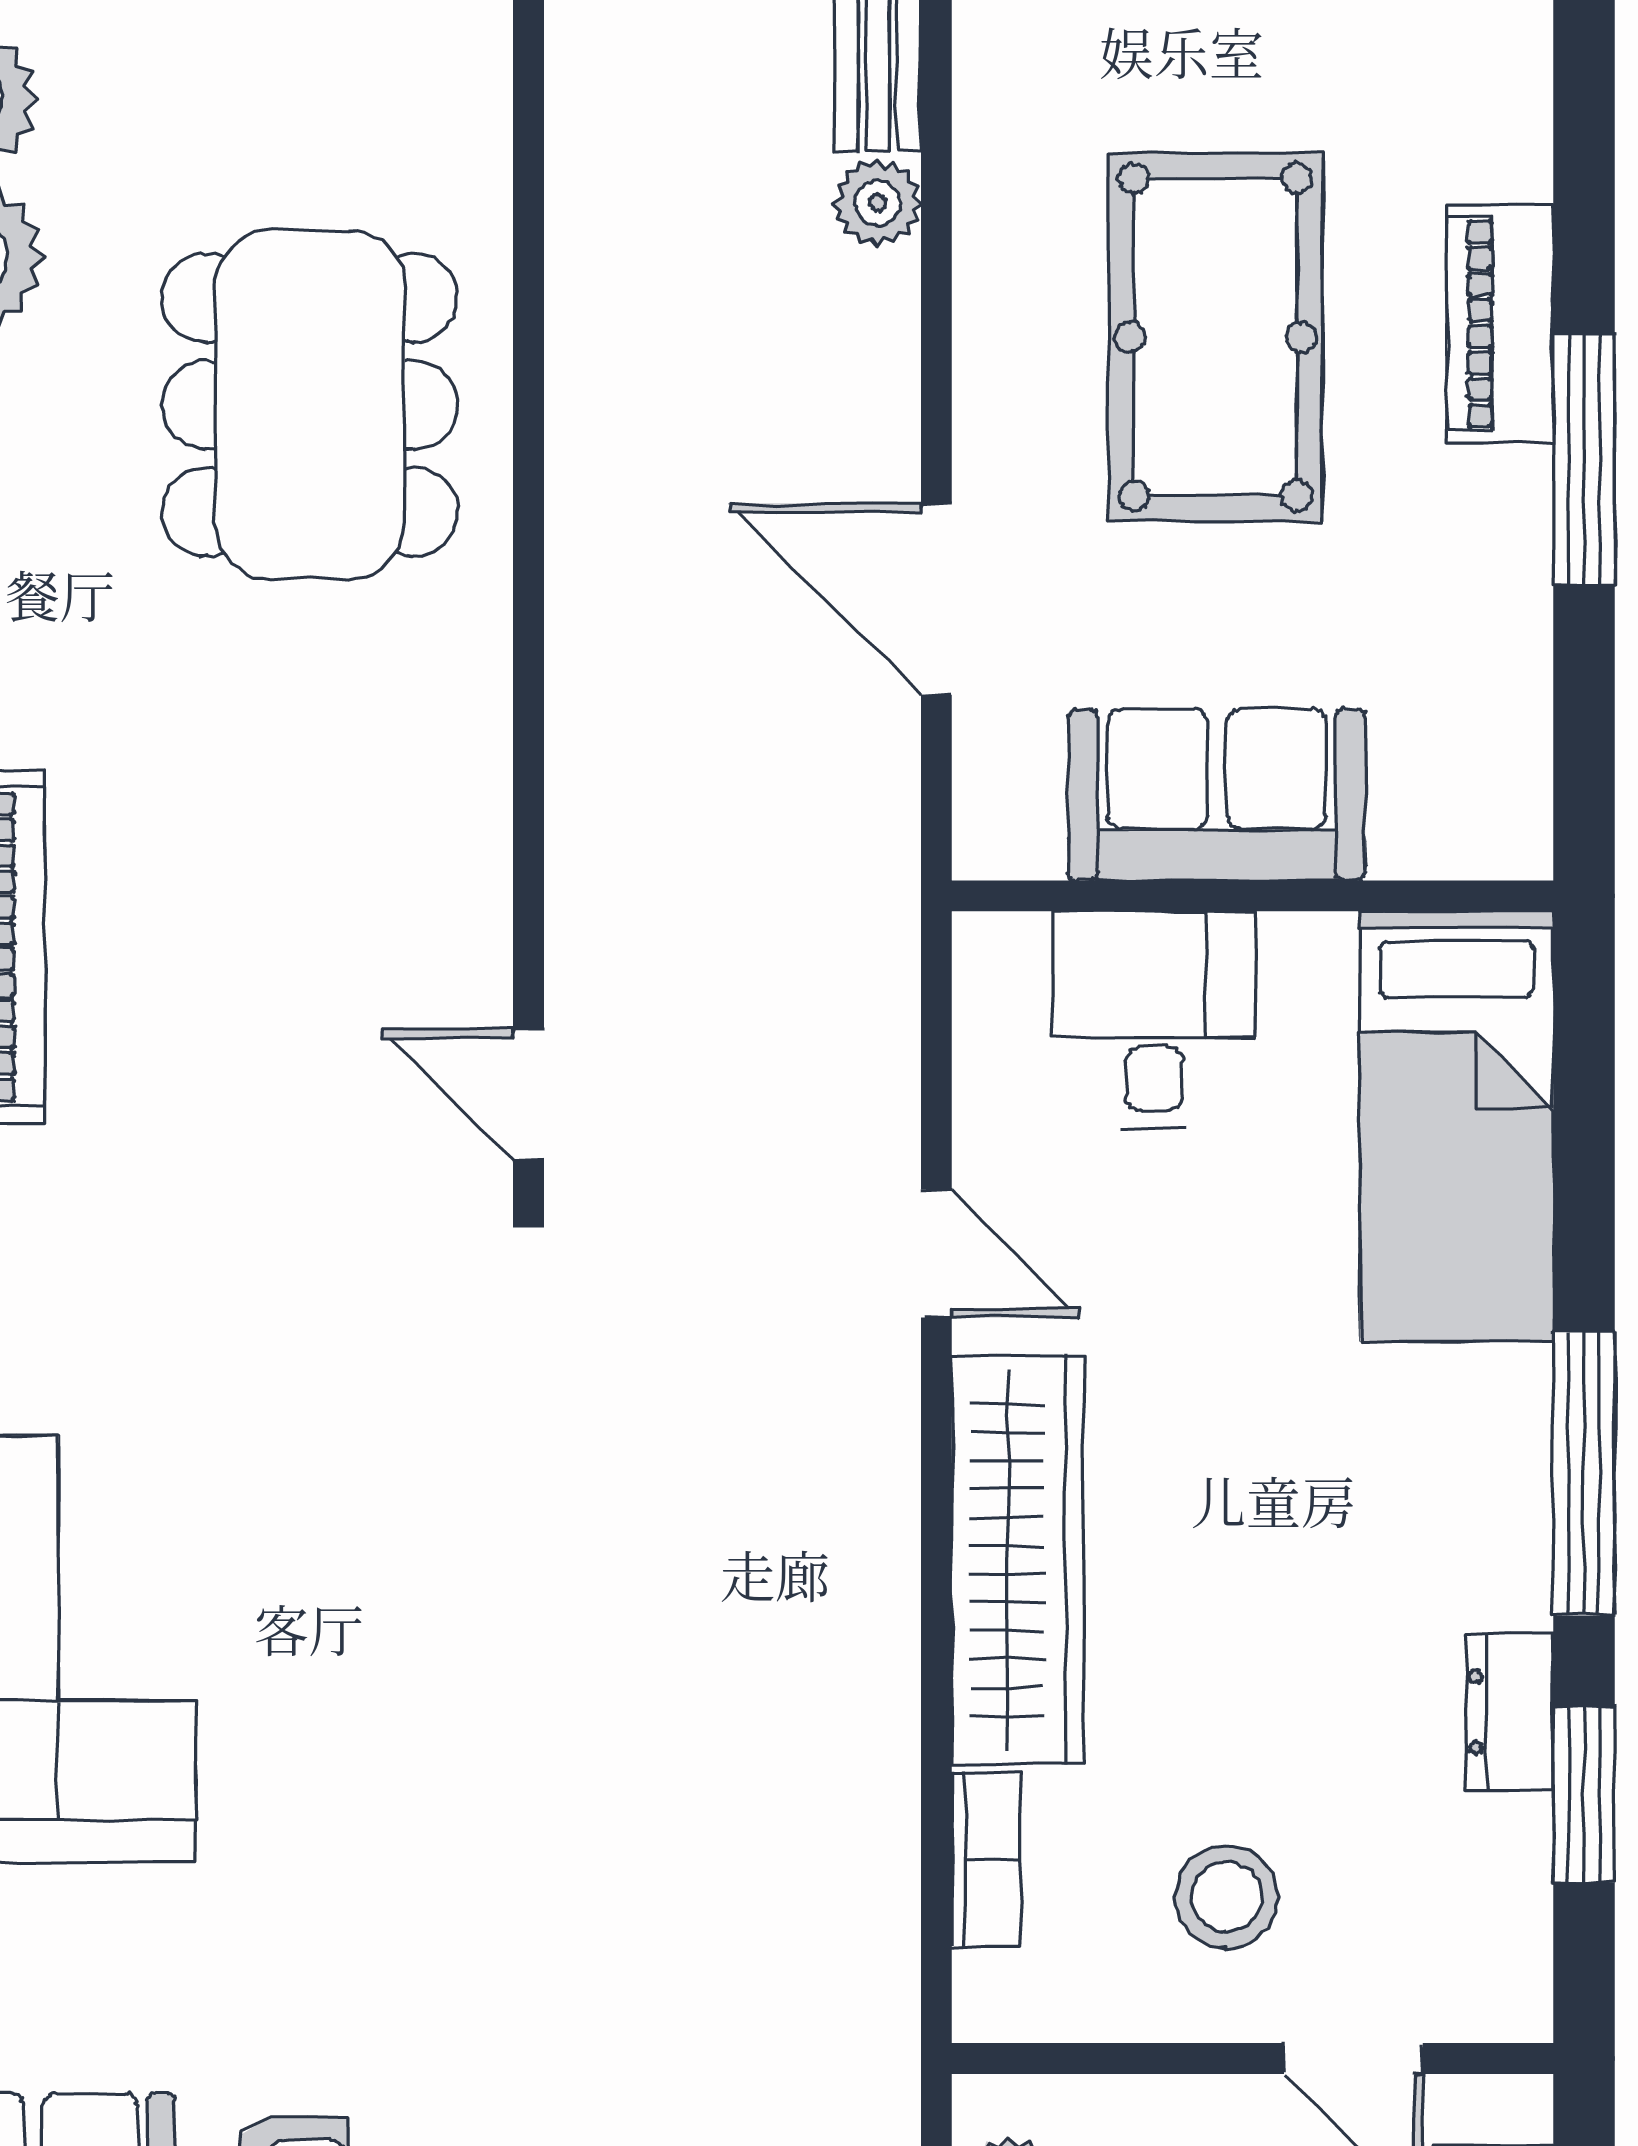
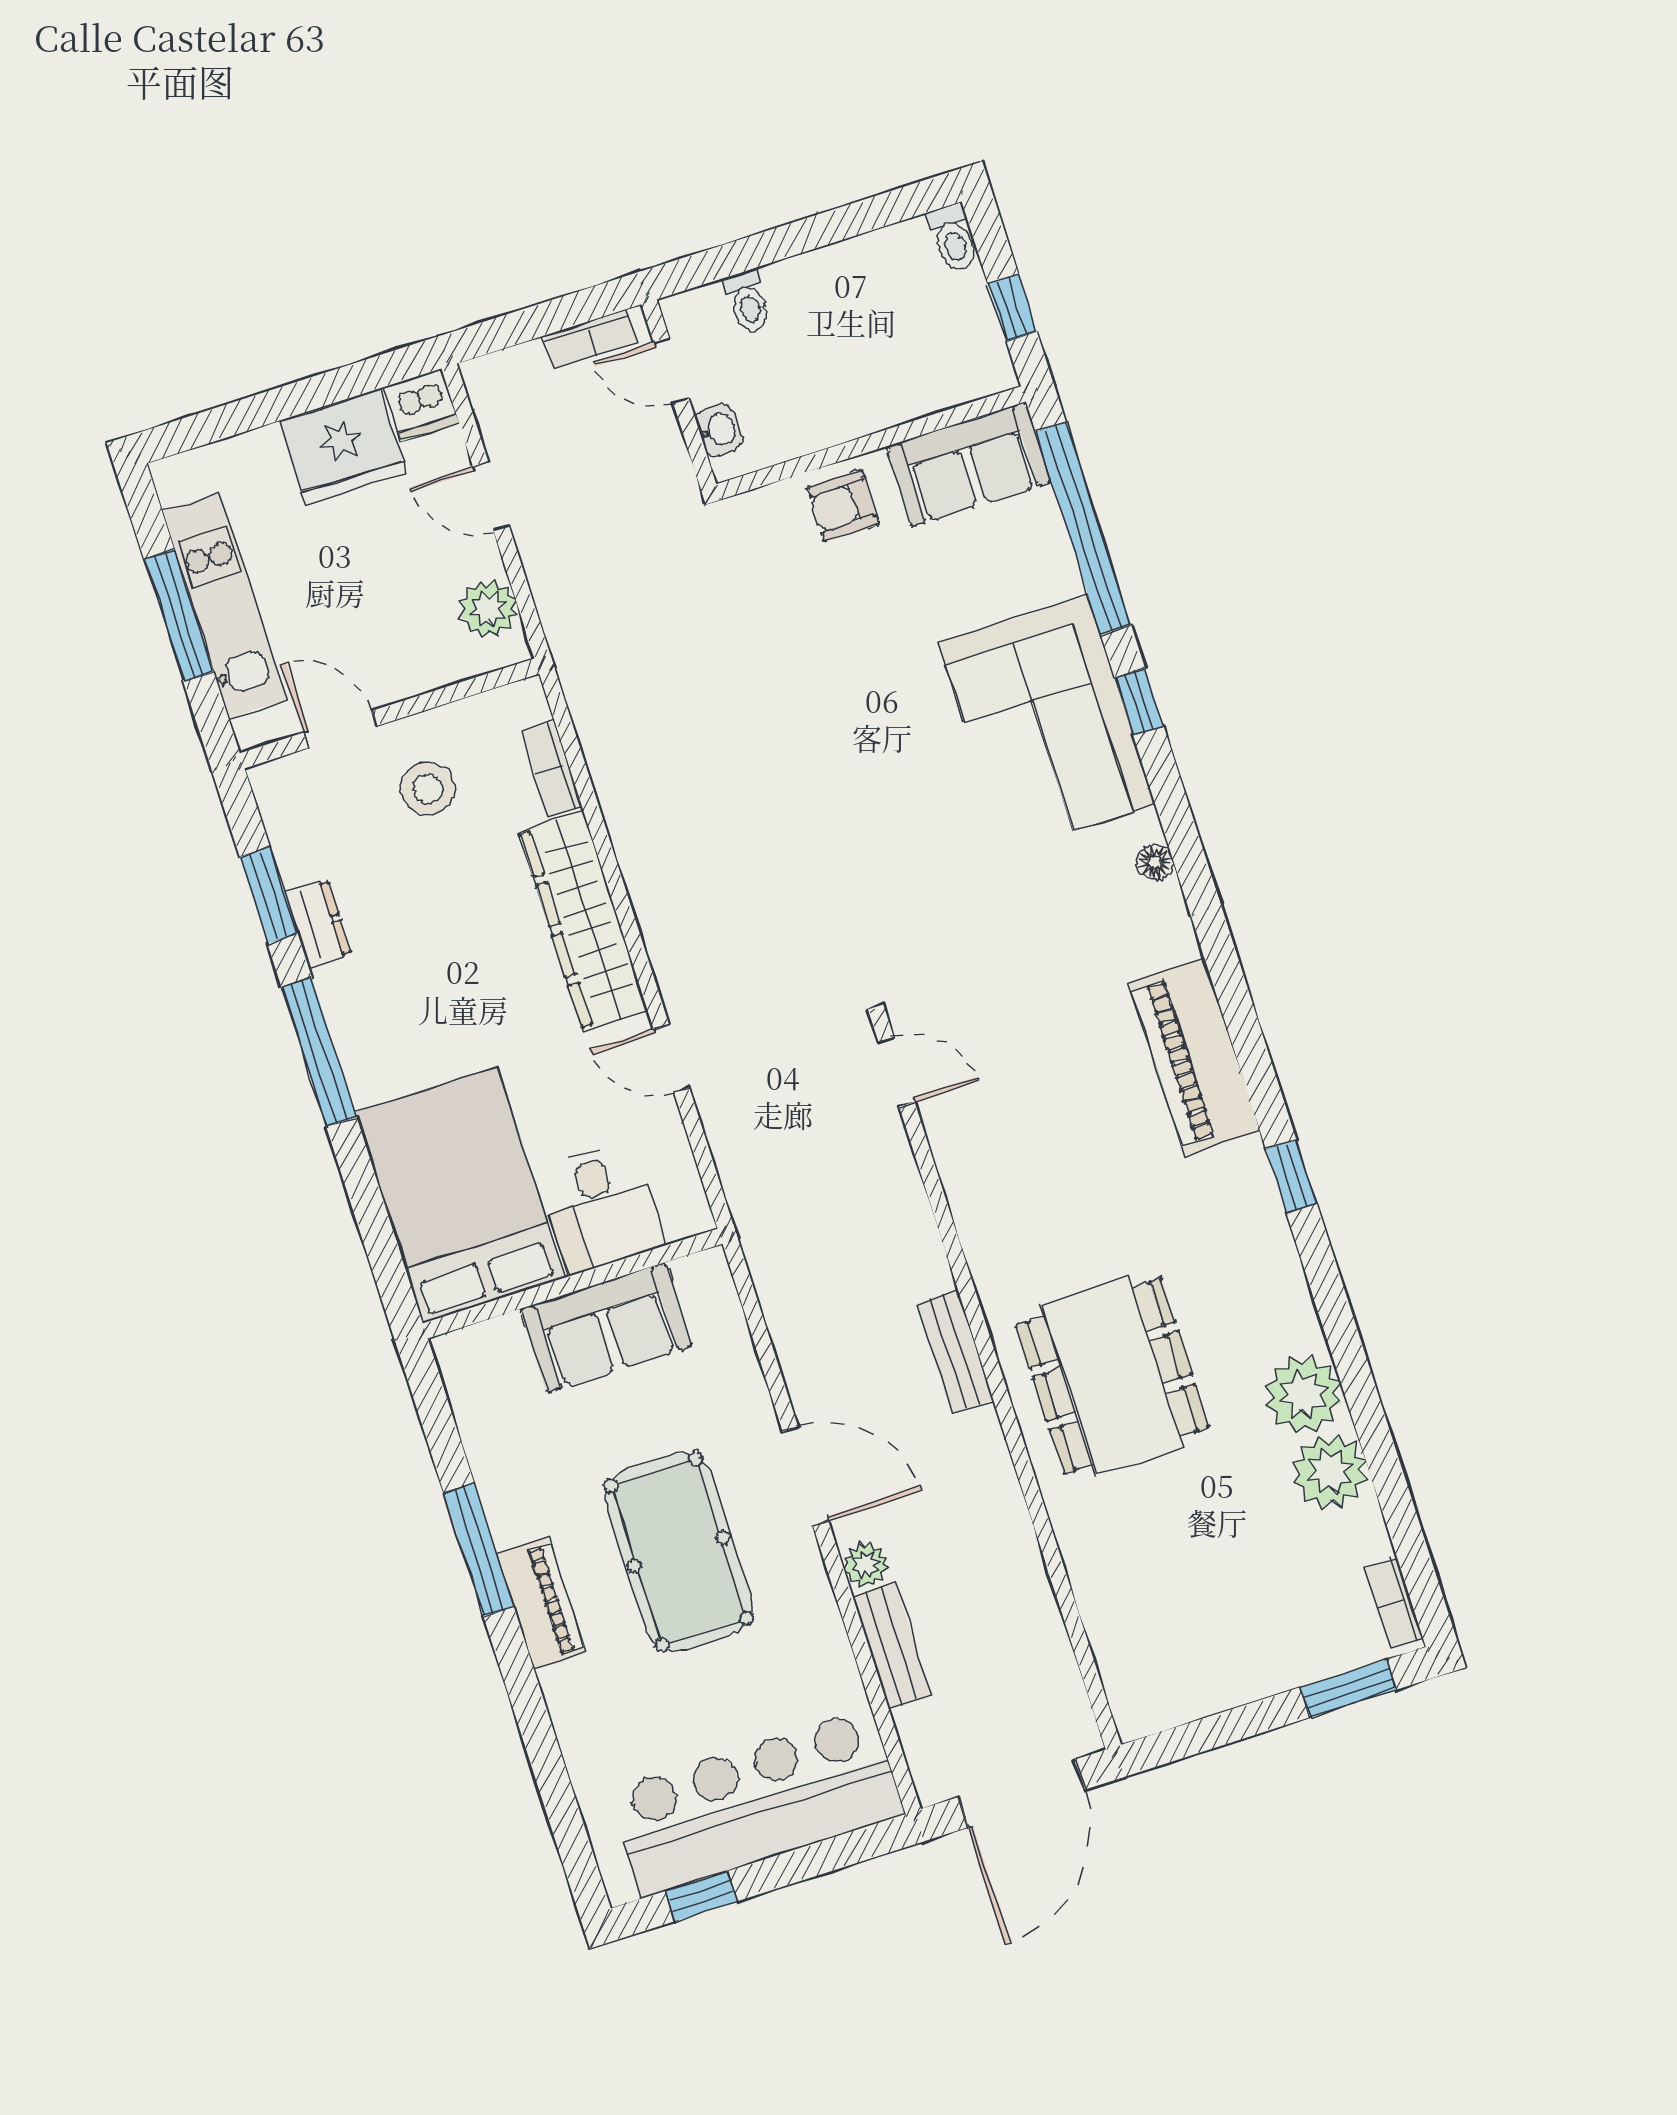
bench: (586, 543) -> (955, 1352), added
door: (936, 599) -> (806, 1476), moved
bed: (1457, 1126) -> (460, 1195), width x1.50

